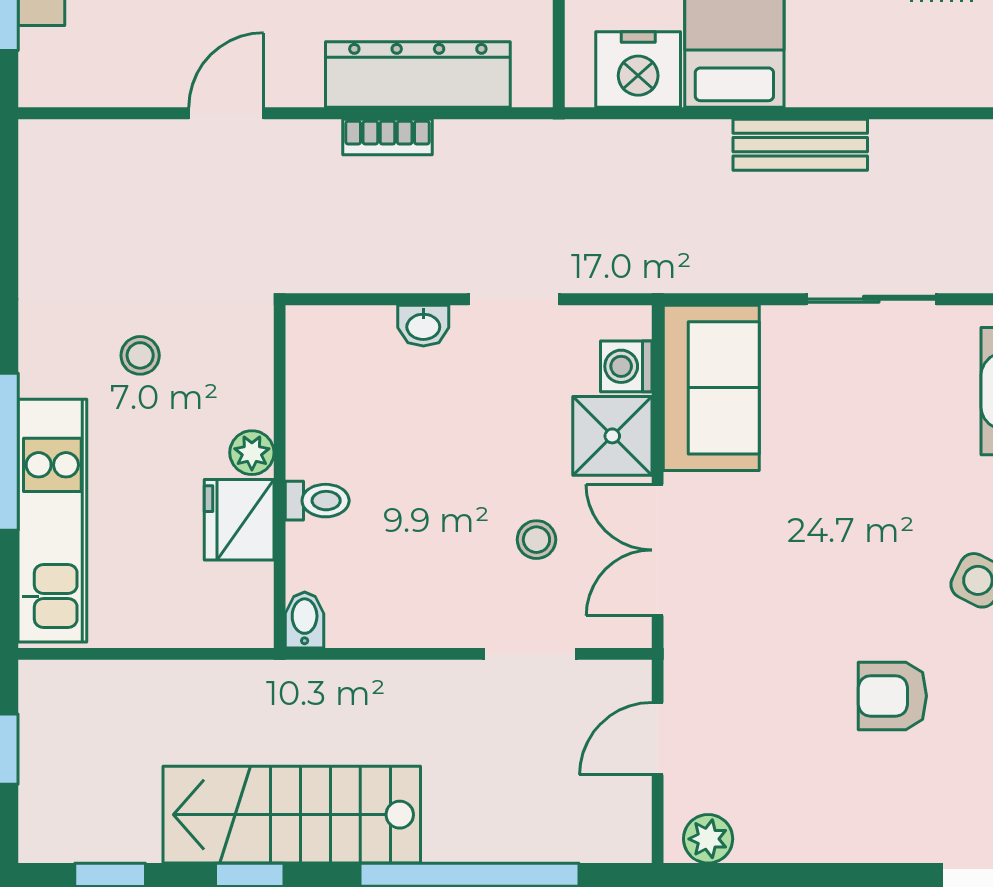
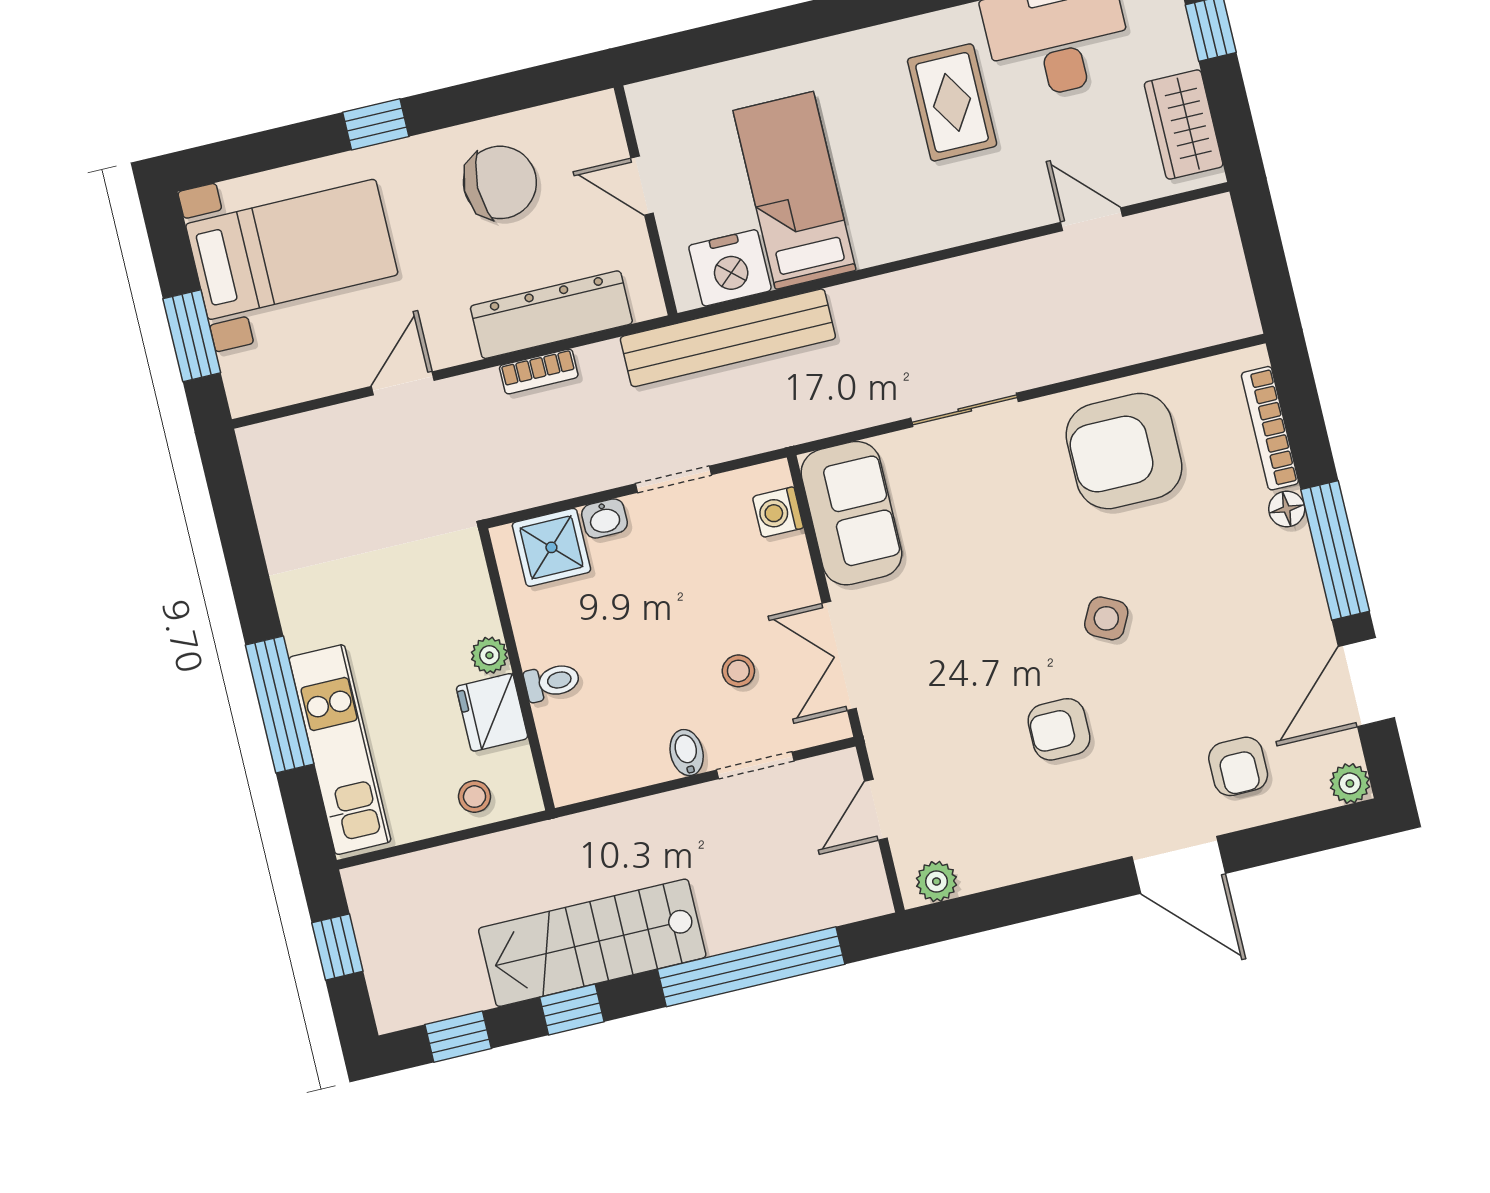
bench: (800, 145) -> (728, 338), moved, width x1.86, depth x1.21
stool: (140, 355) -> (475, 797), moved
shower: (612, 436) -> (551, 547), moved
bidet: (305, 620) -> (687, 753), moved

